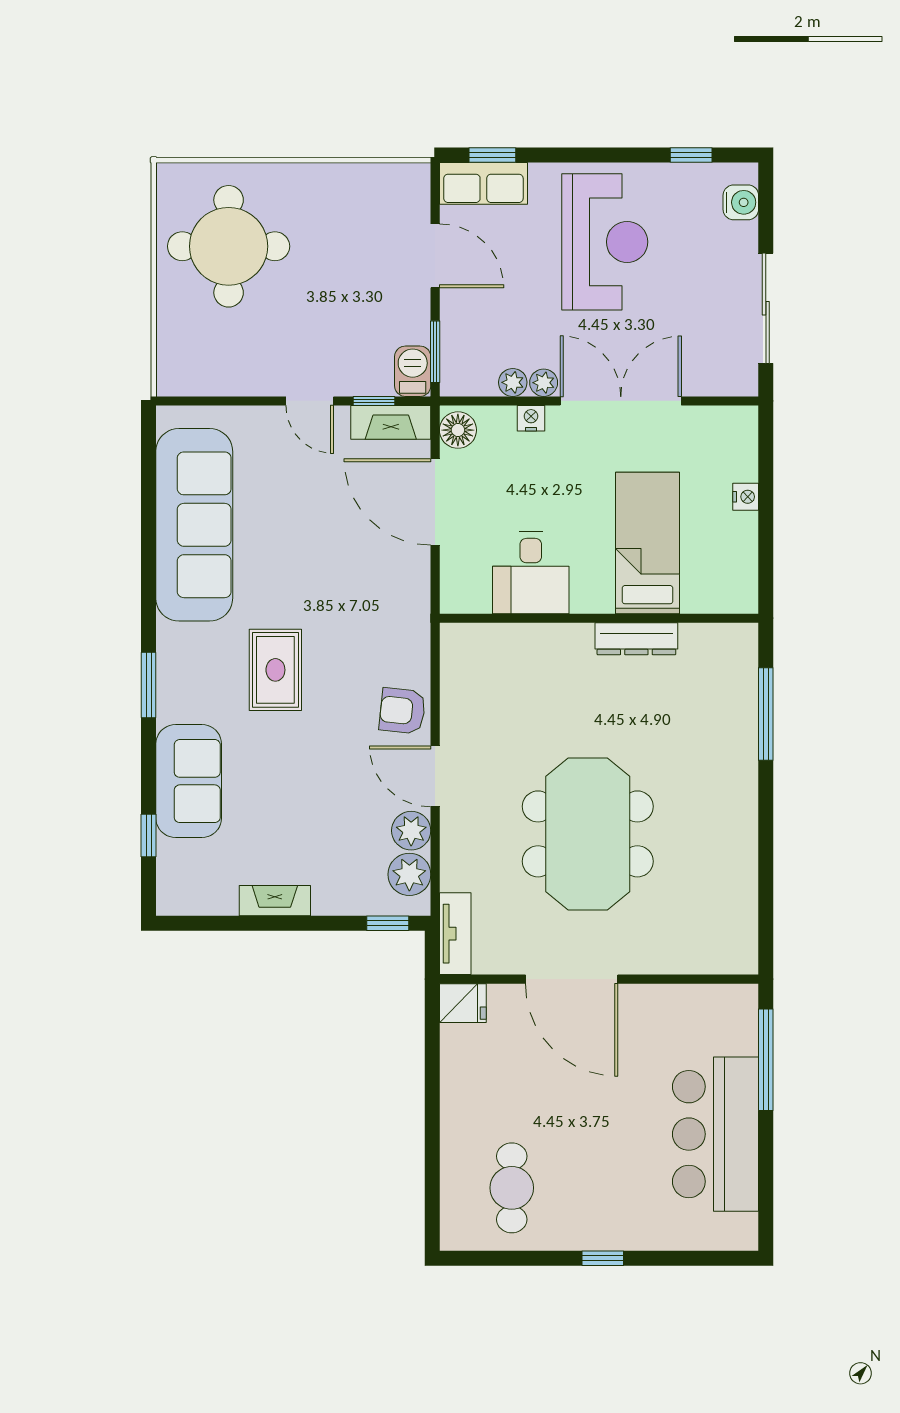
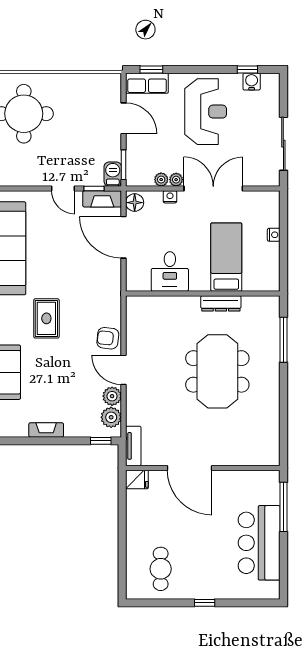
water cooler: (741, 202) -> (252, 82), moved, turned -90
meeting table: (588, 834) -> (217, 371), moved

